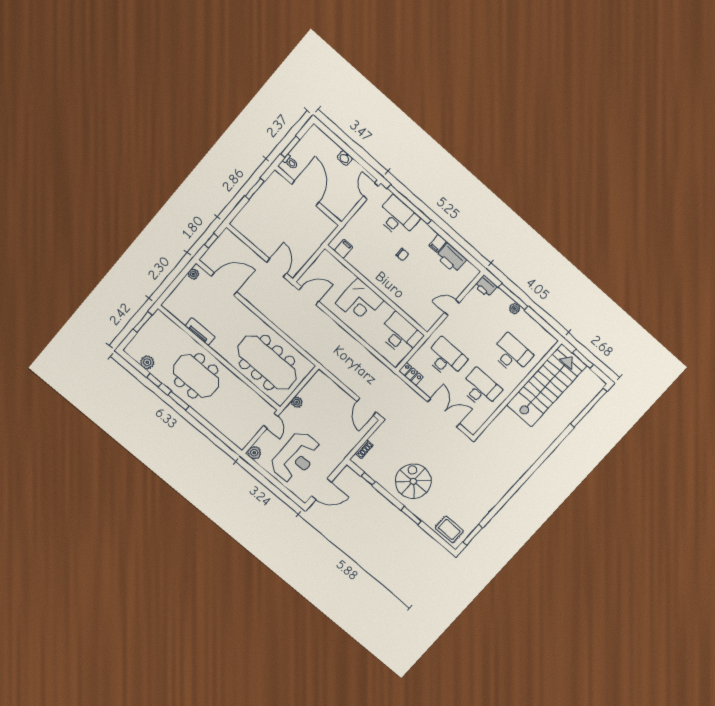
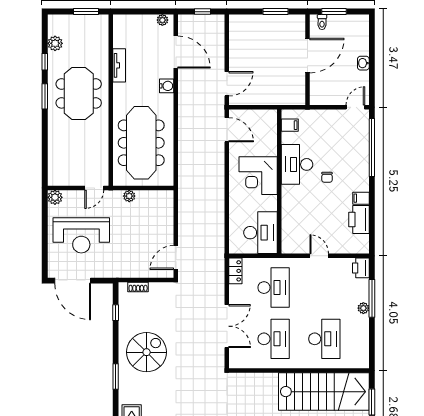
desk: (397, 217) -> (297, 164), moved, turned 180
water cooler: (242, 311) -> (167, 86), added
door: (321, 489) -> (73, 281), width x1.36

